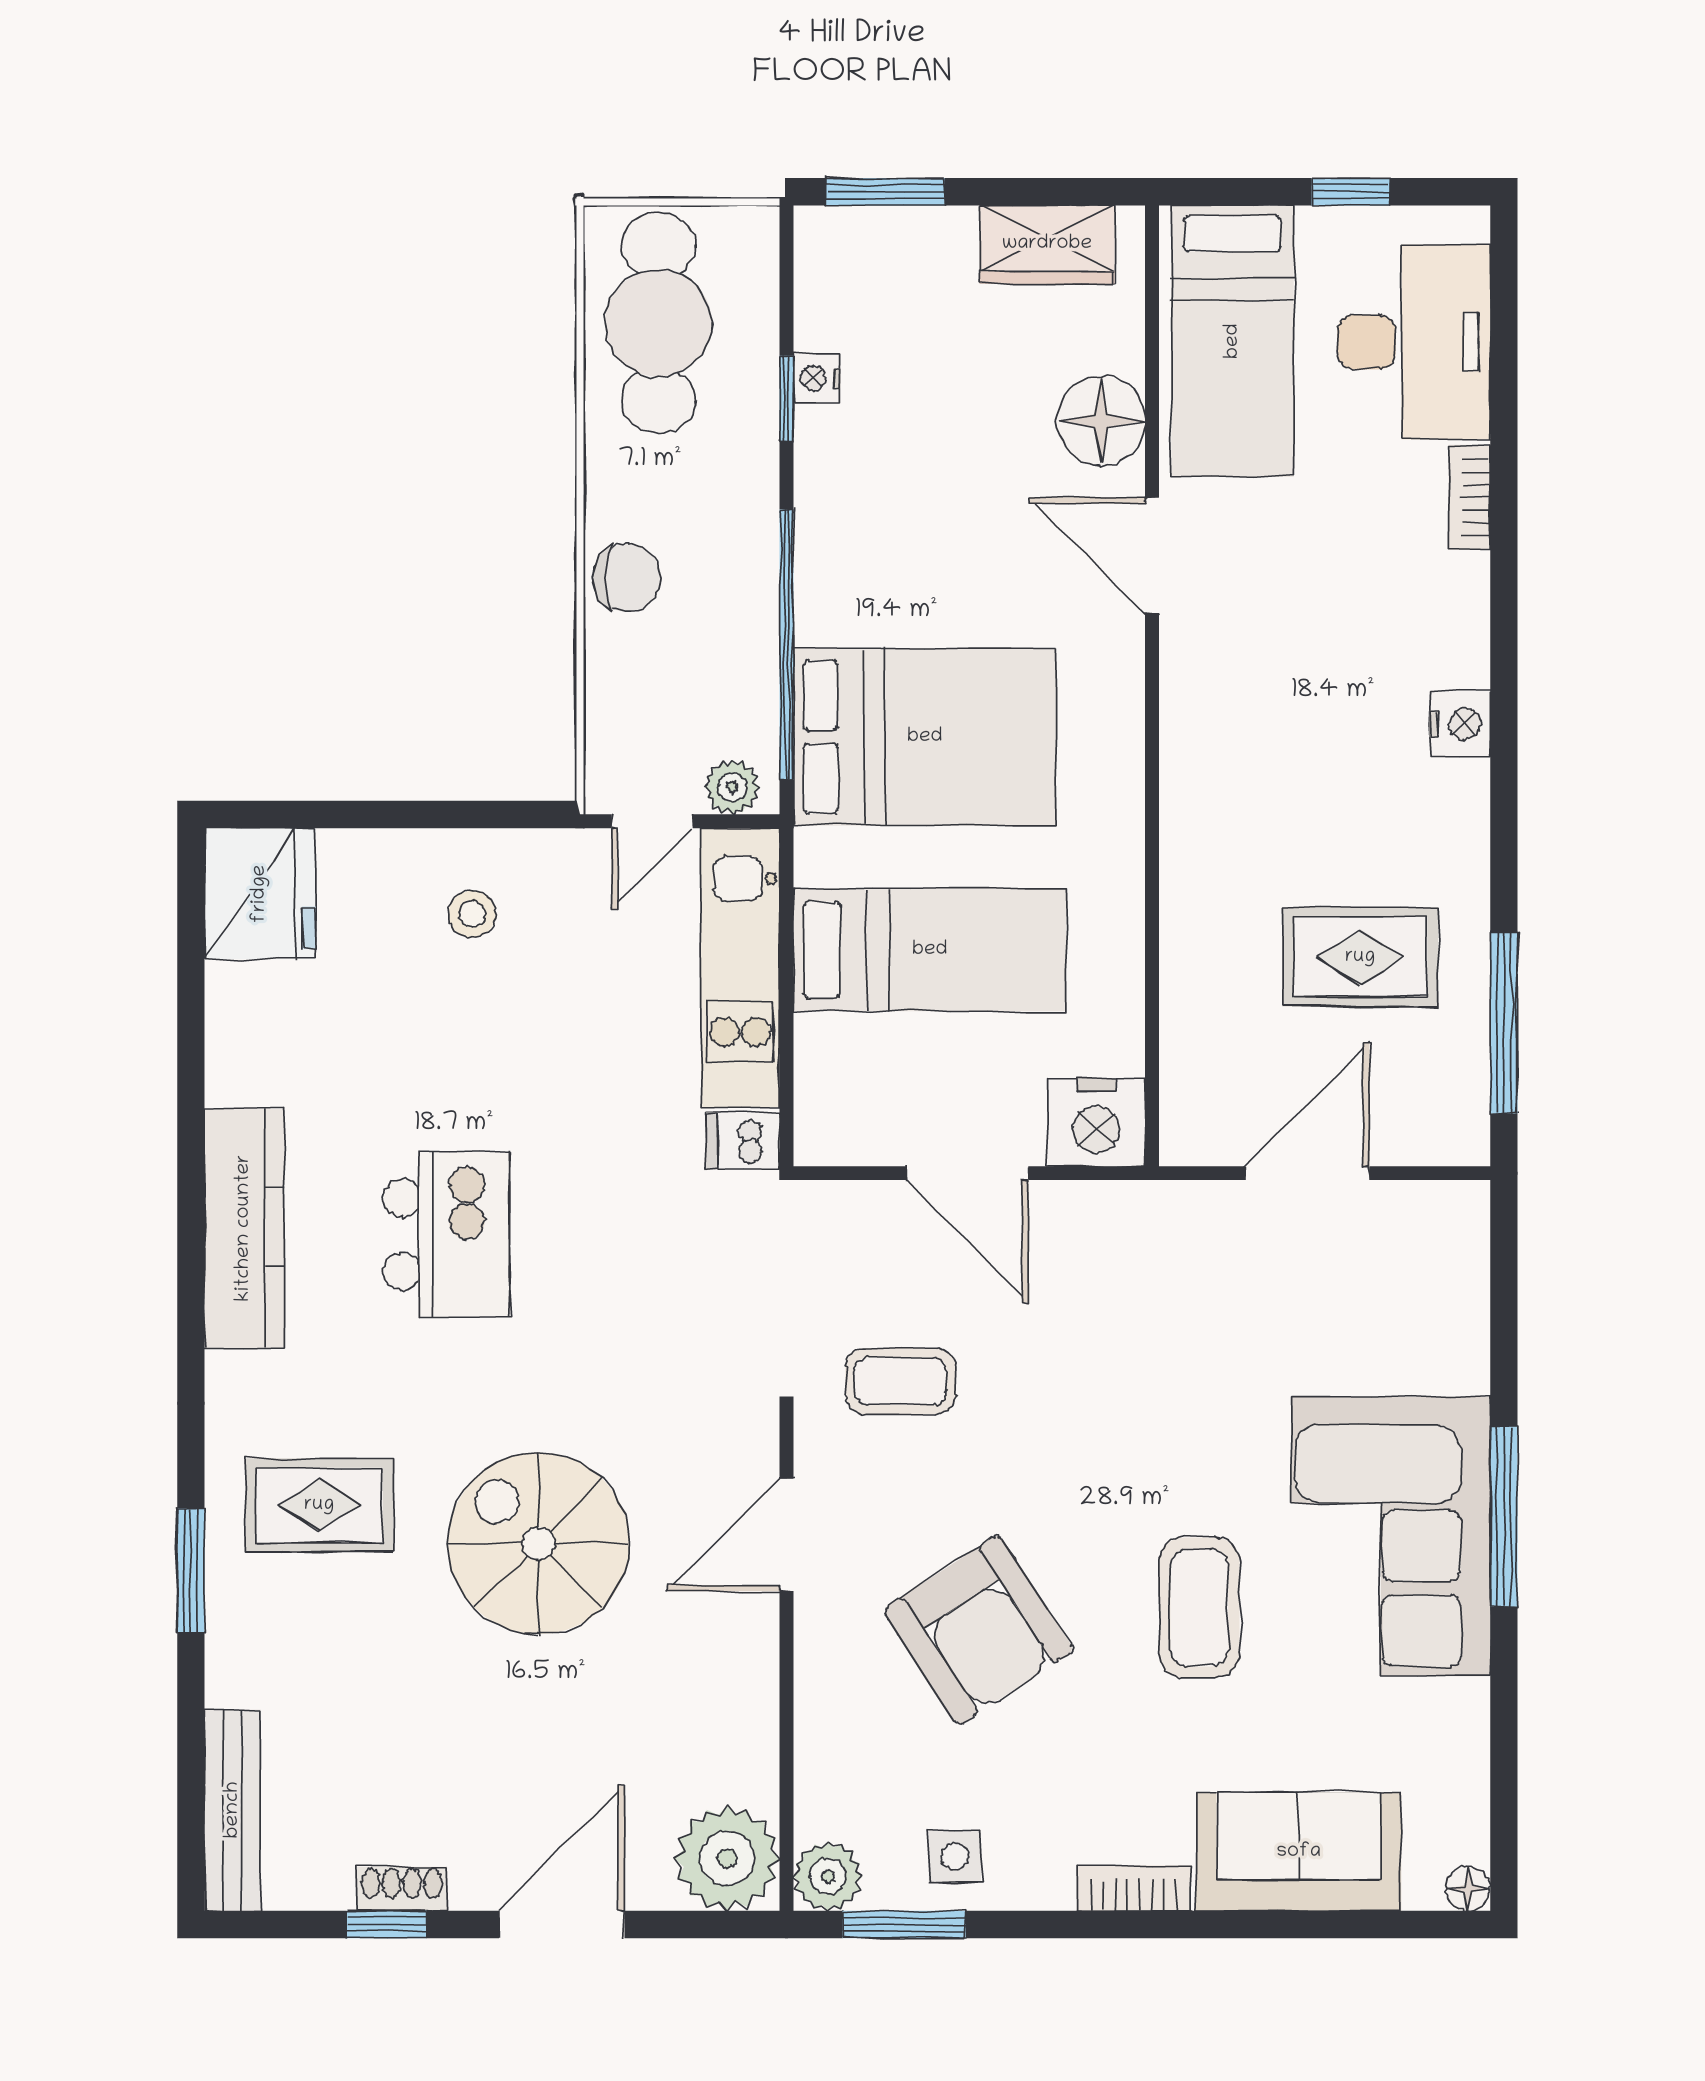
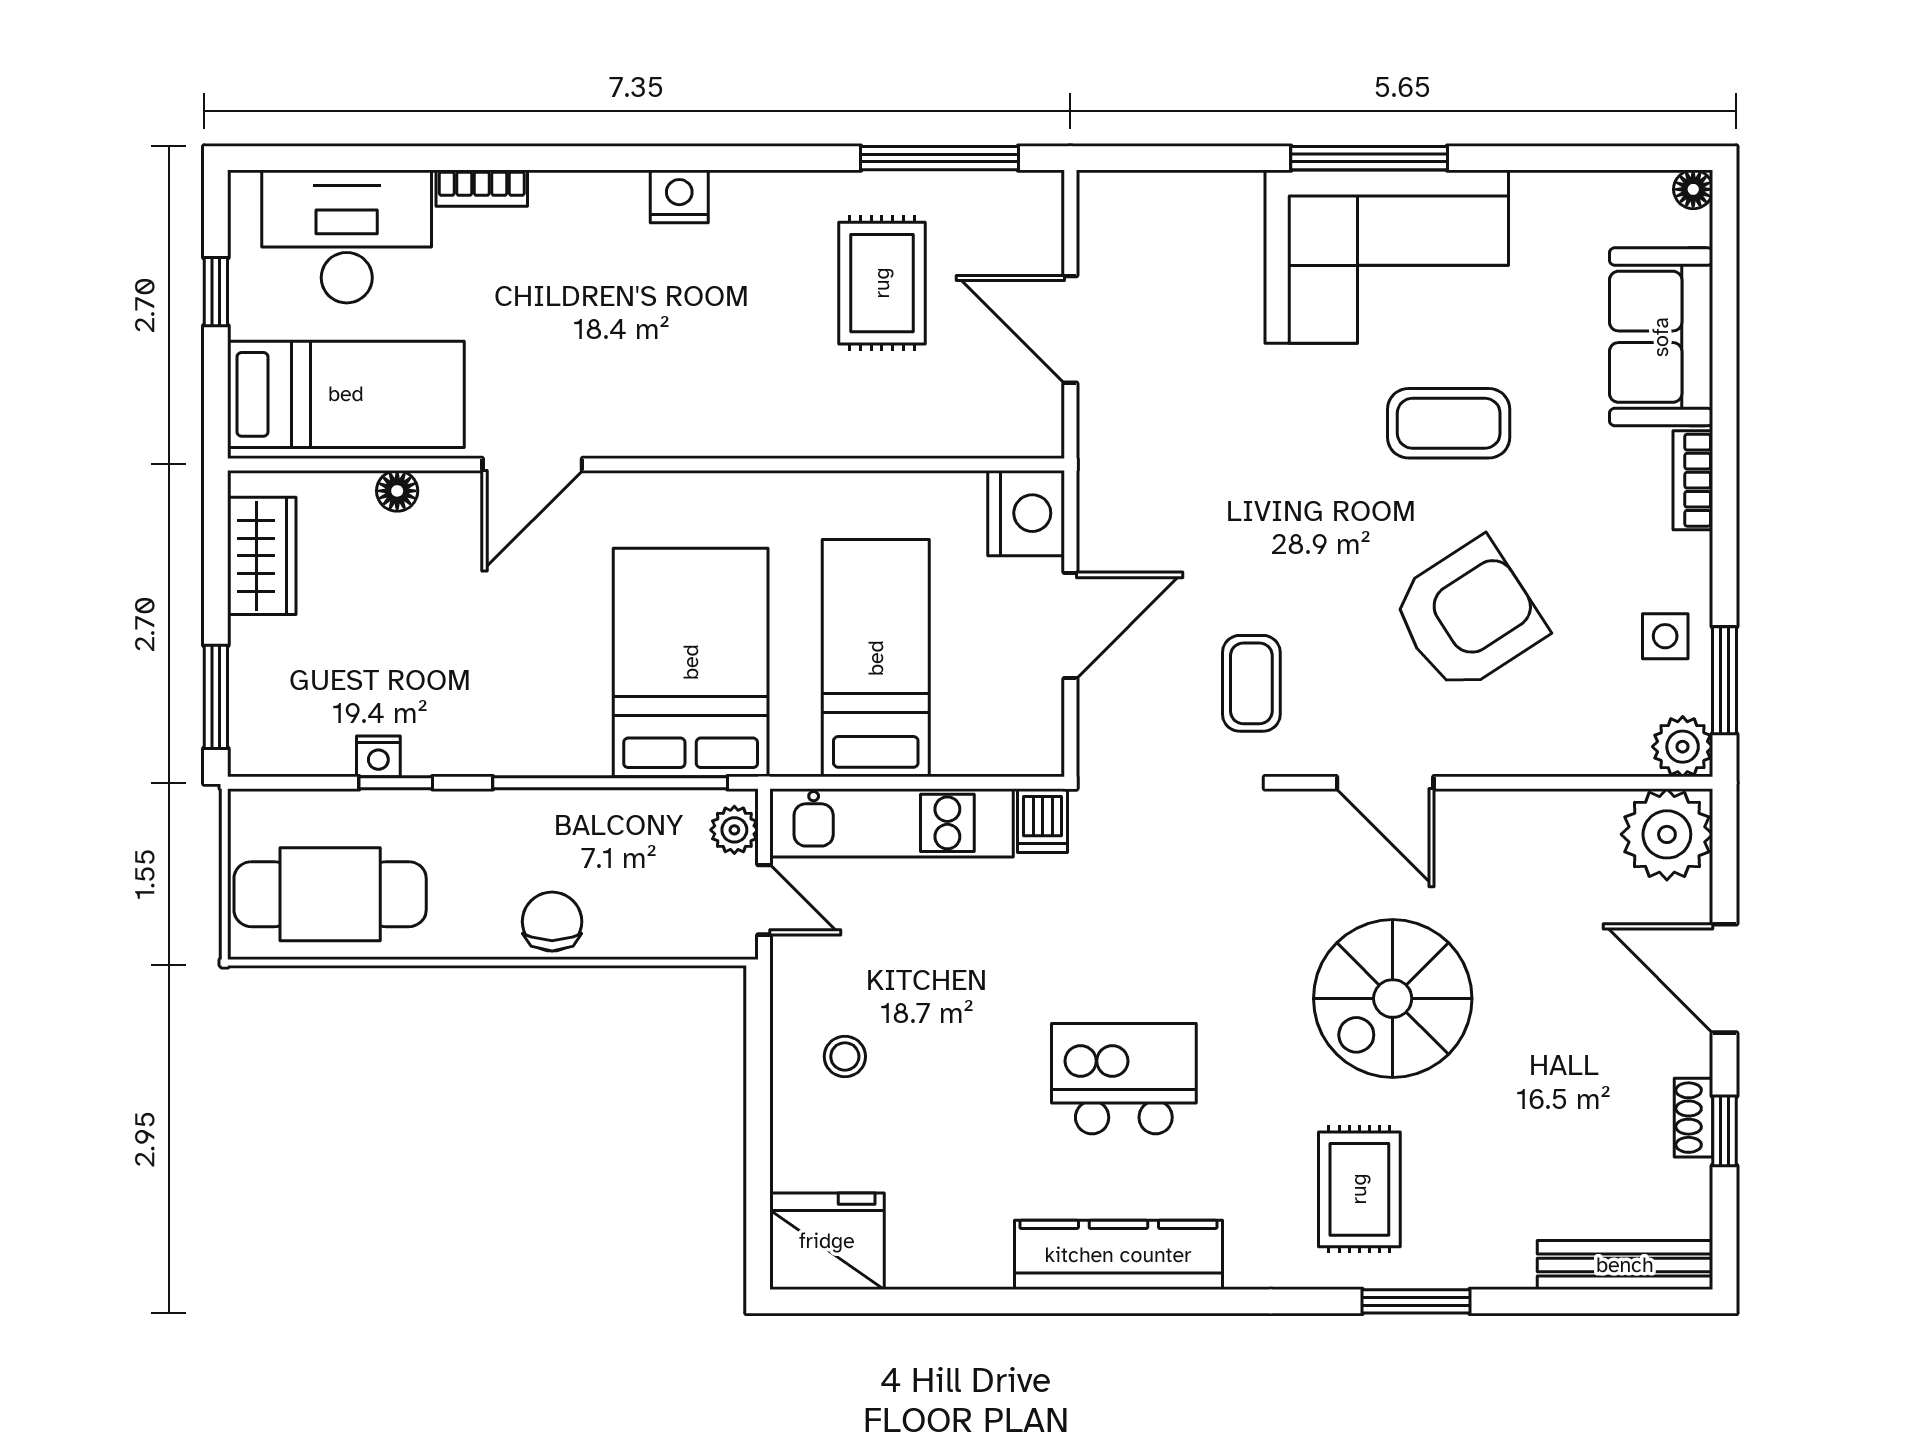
floor lamp: (1101, 421) -> (397, 491), width x0.53, depth x0.53

